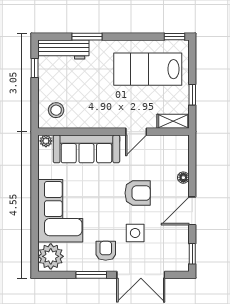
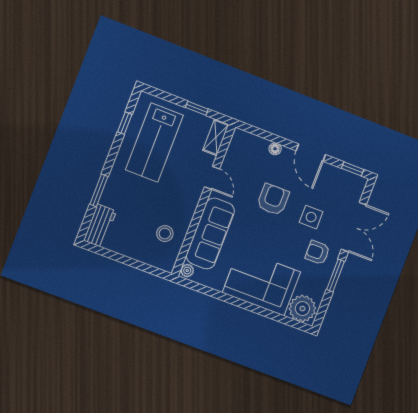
window: (175, 37) -> (125, 123), moved
workbench: (63, 49) -> (100, 226), width x0.73
window: (35, 68) -> (110, 254), removed
stool: (56, 110) -> (165, 234), moved

